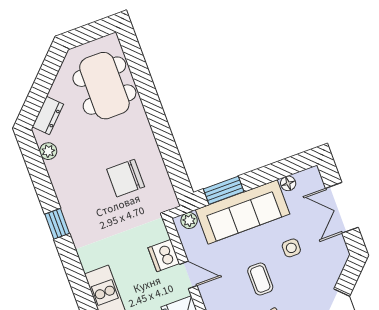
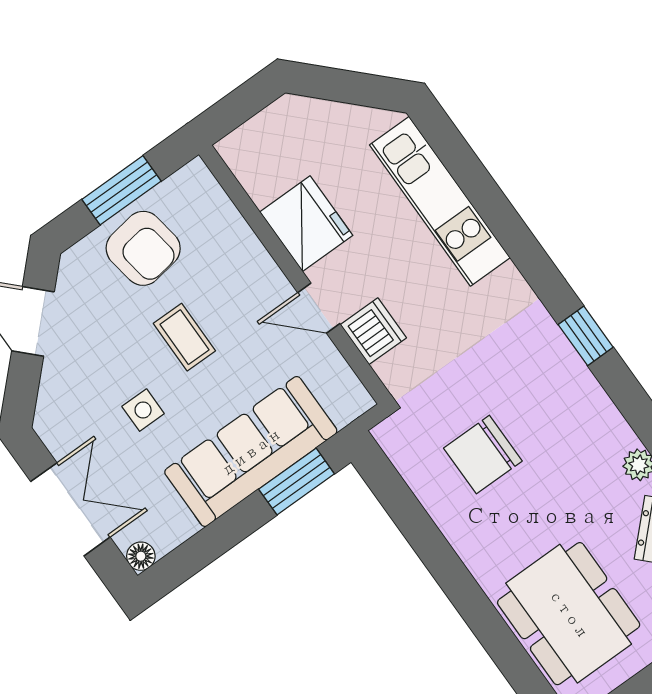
chair: (126, 178) -> (483, 455), turned 180
floor lamp: (288, 183) -> (141, 556), moved
plant: (189, 221) -> (345, 409), removed

